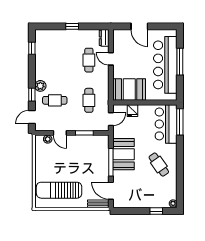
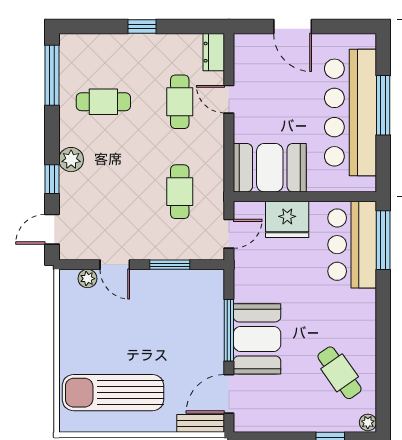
window: (32, 48) -> (52, 75), width x2.17
cafe table: (55, 100) -> (103, 102), moved
fridge: (132, 111) -> (287, 219), width x1.88, depth x1.34
booth: (124, 154) -> (257, 339), moved
cafe table: (159, 165) -> (340, 373), moved
door: (111, 191) -> (229, 394), hinge flipped

